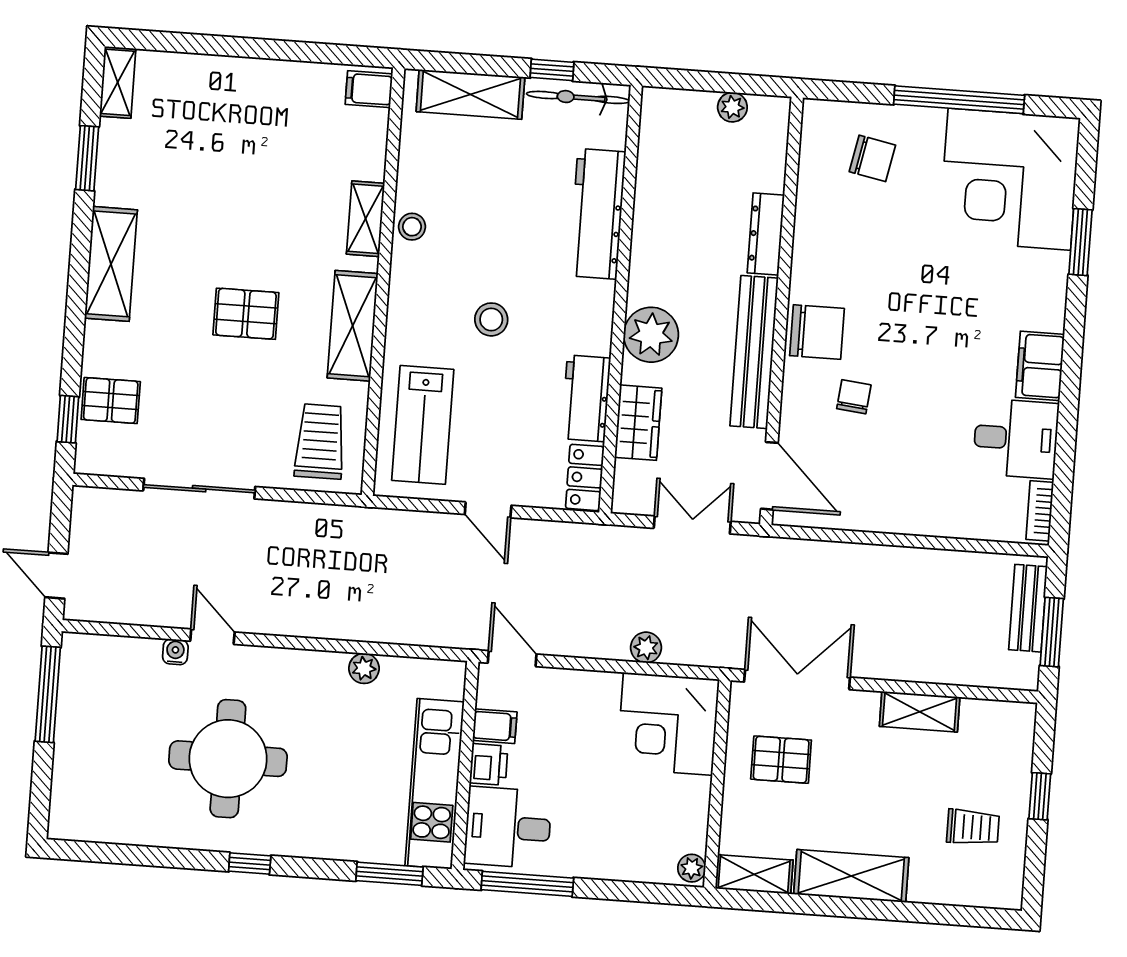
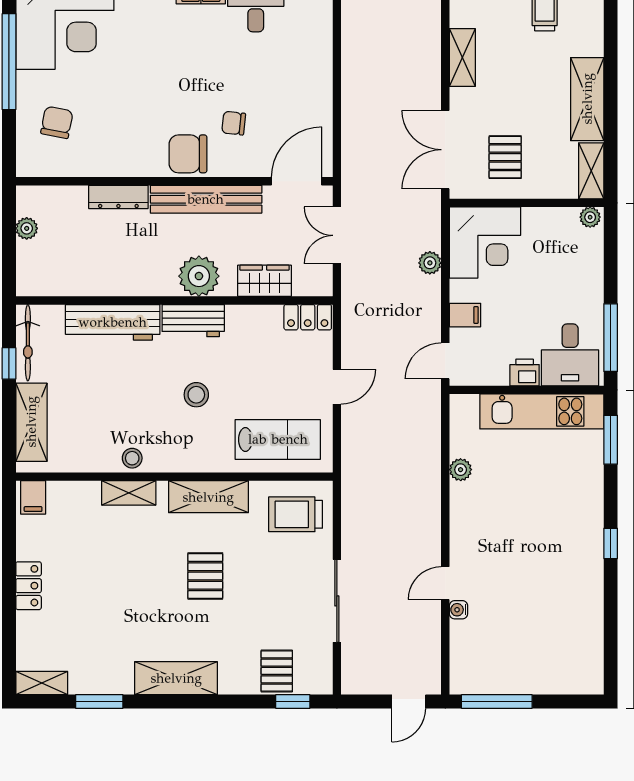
locker: (250, 74) -> (29, 586), added
chair: (817, 332) -> (188, 154), turned -90
workbench: (586, 398) -> (193, 321), moved
filing cabinet: (495, 726) -> (465, 315), moved, turned 90
round table: (228, 759) -> (534, 565), removed

